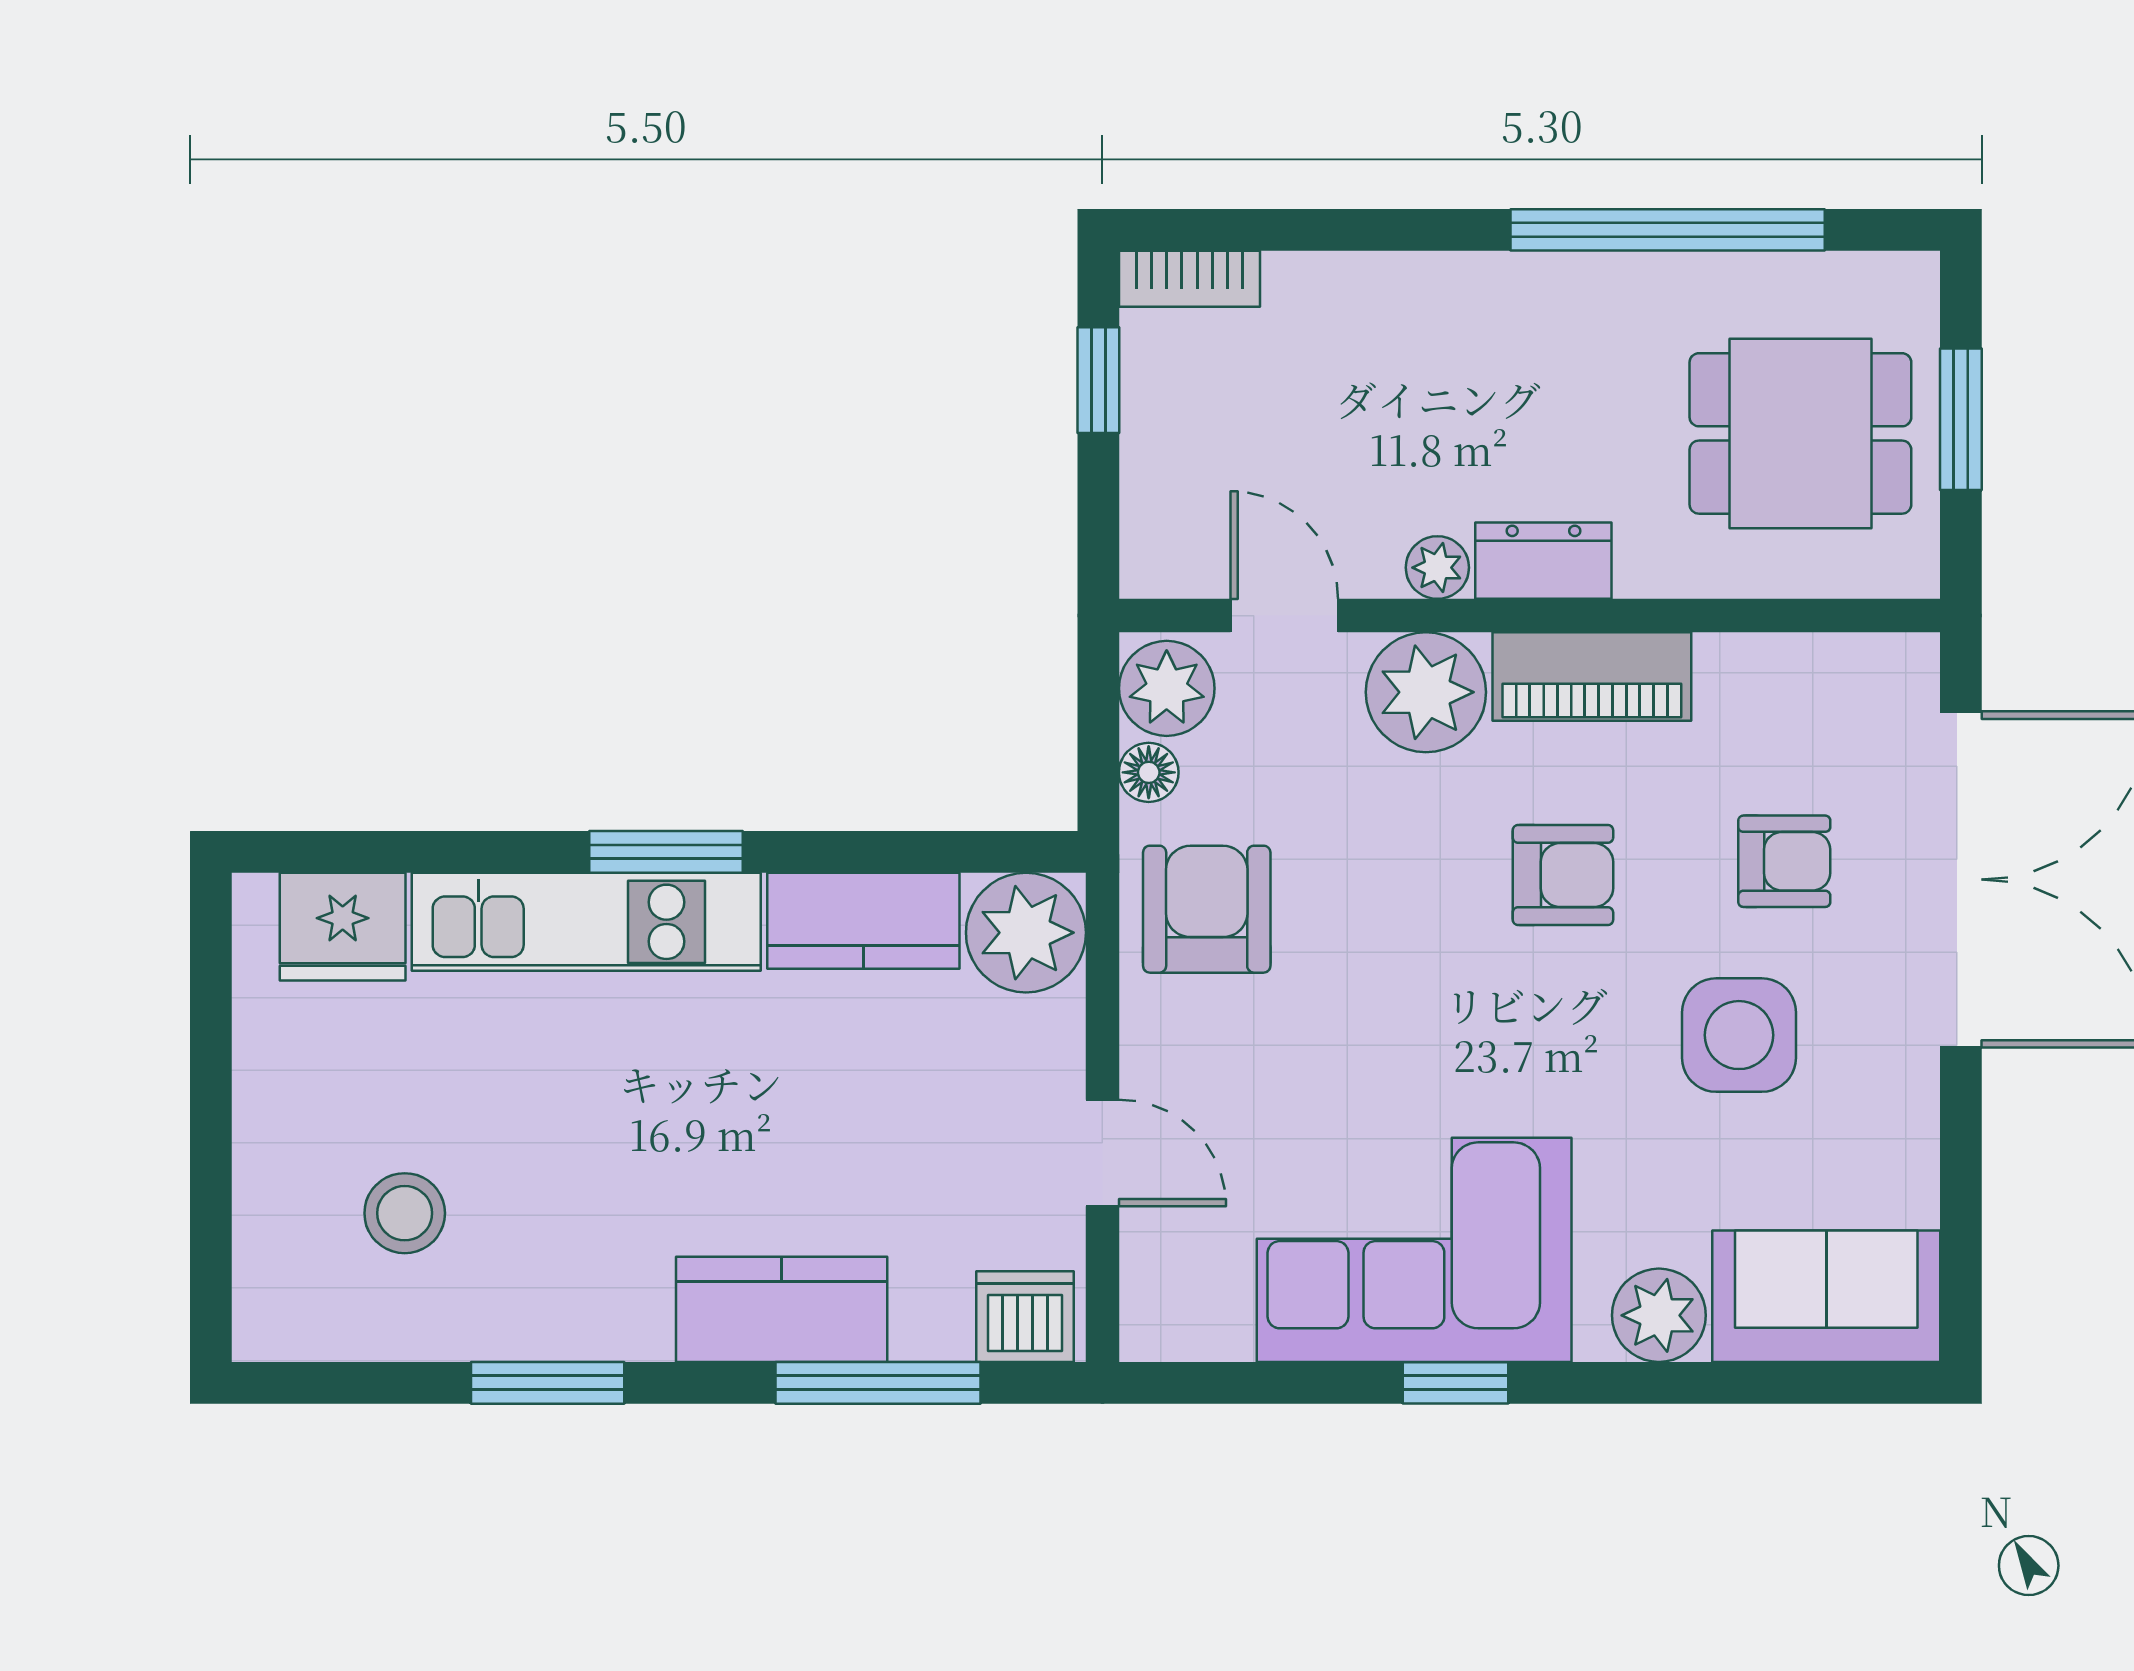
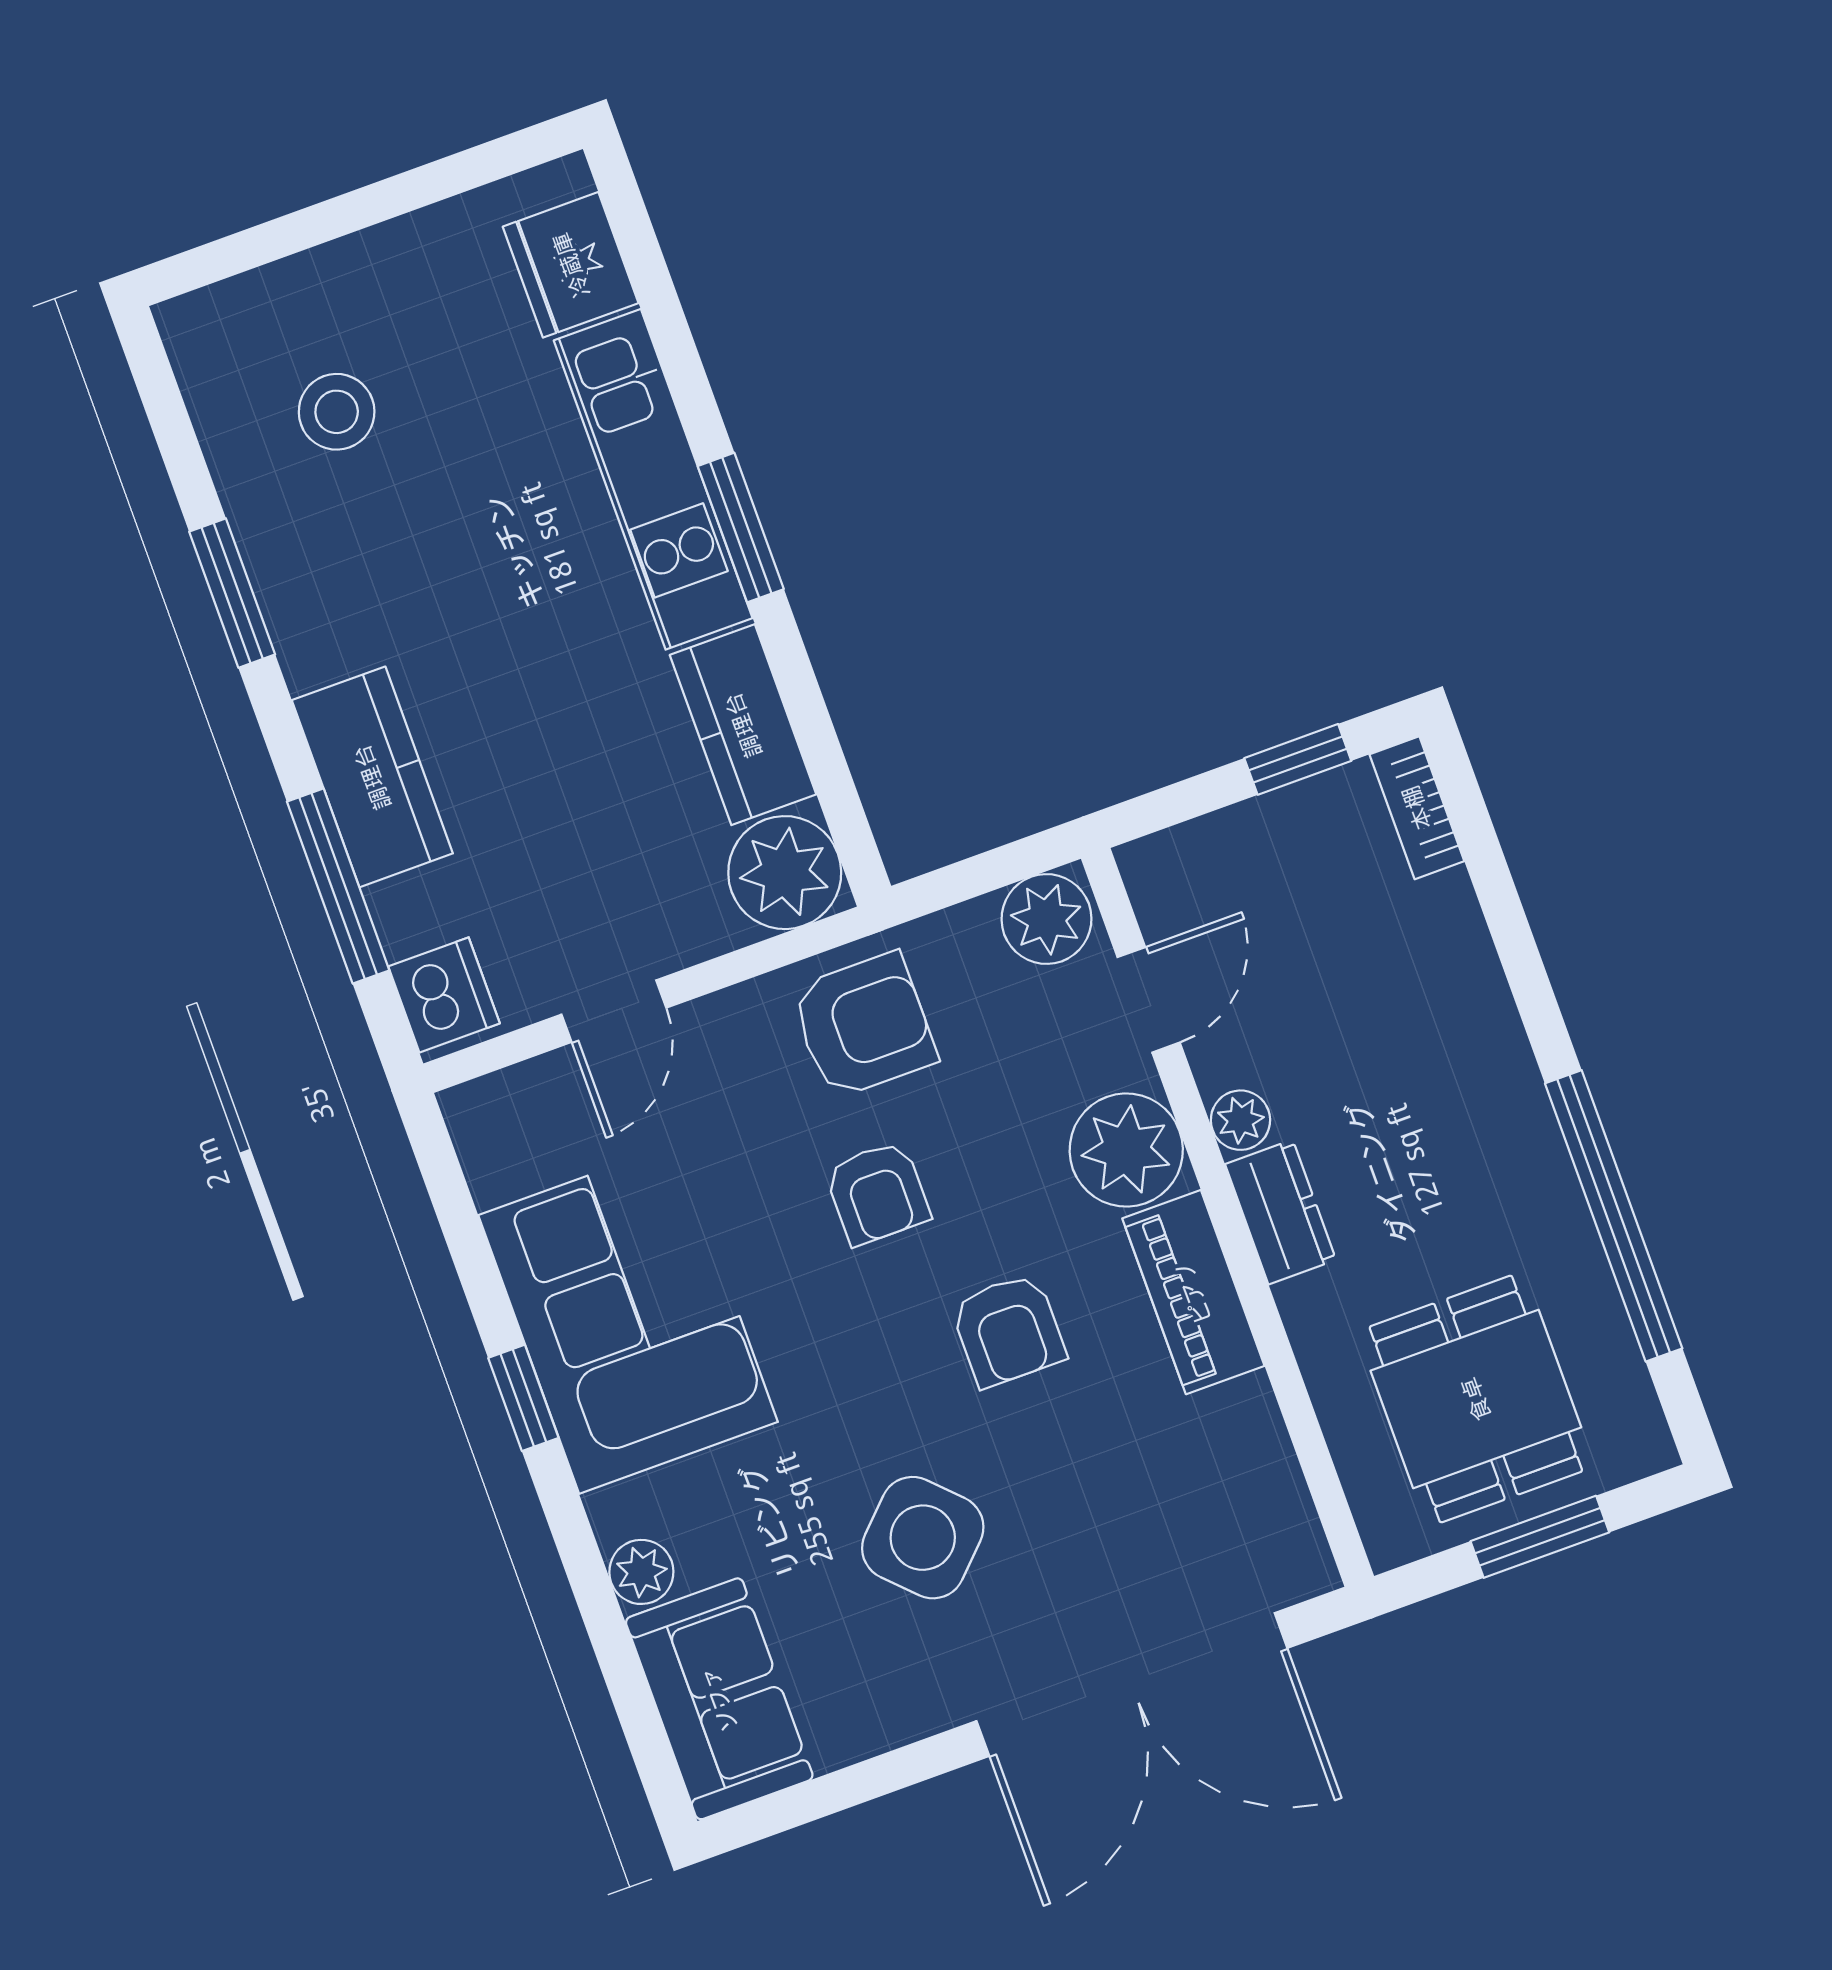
floor lamp: (1149, 772) -> (966, 930), removed
armchair: (1784, 861) -> (877, 1193), moved
side table: (1739, 1035) -> (923, 1538), turned 45
plant: (1659, 1315) -> (641, 1572), width x0.73, depth x0.73

